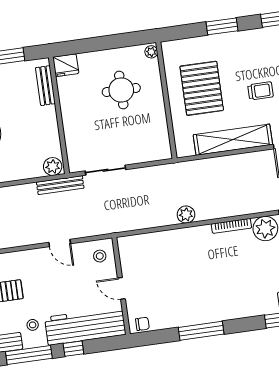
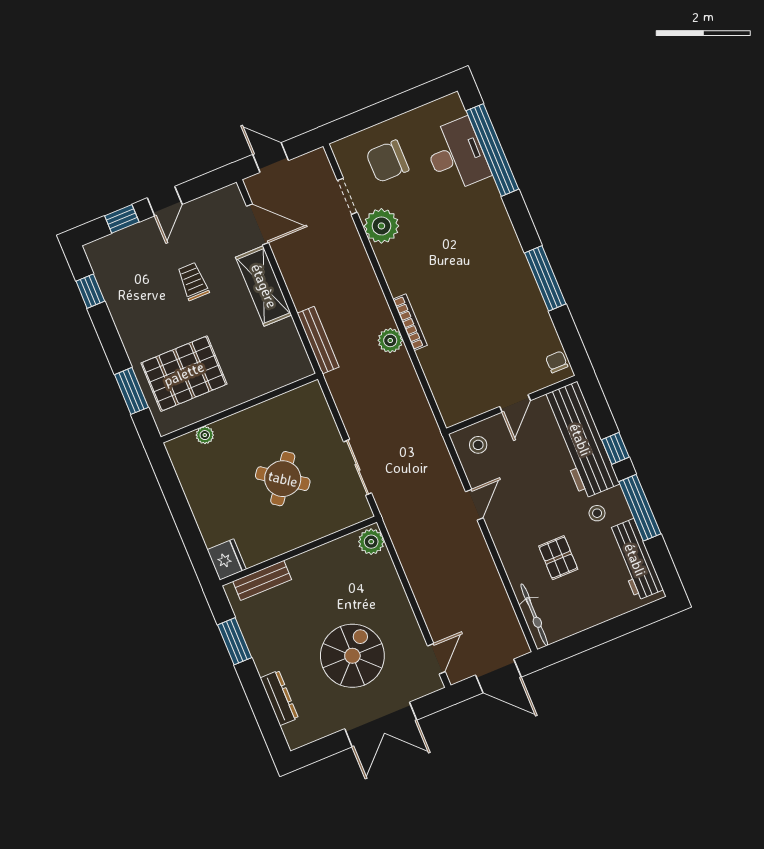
window: (222, 26) -> (131, 391), moved
plant: (151, 52) -> (205, 435), moved
pallet: (202, 88) -> (184, 374), moved
round table: (121, 90) -> (283, 479), moved, turned 36
shelving: (233, 140) -> (264, 286), width x0.68
bench: (60, 185) -> (318, 340), moved
bookcase: (231, 226) -> (410, 322), moved

